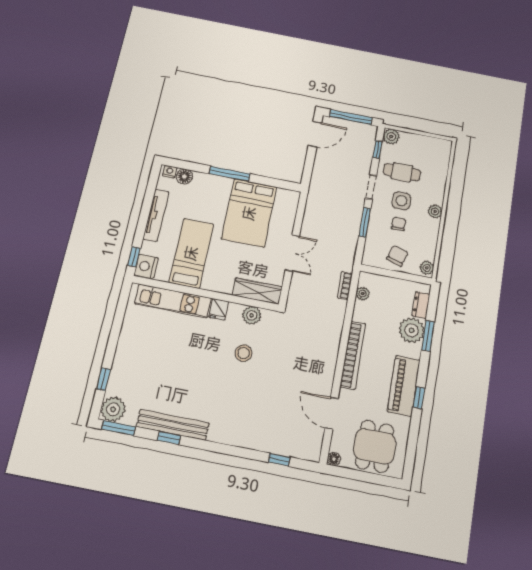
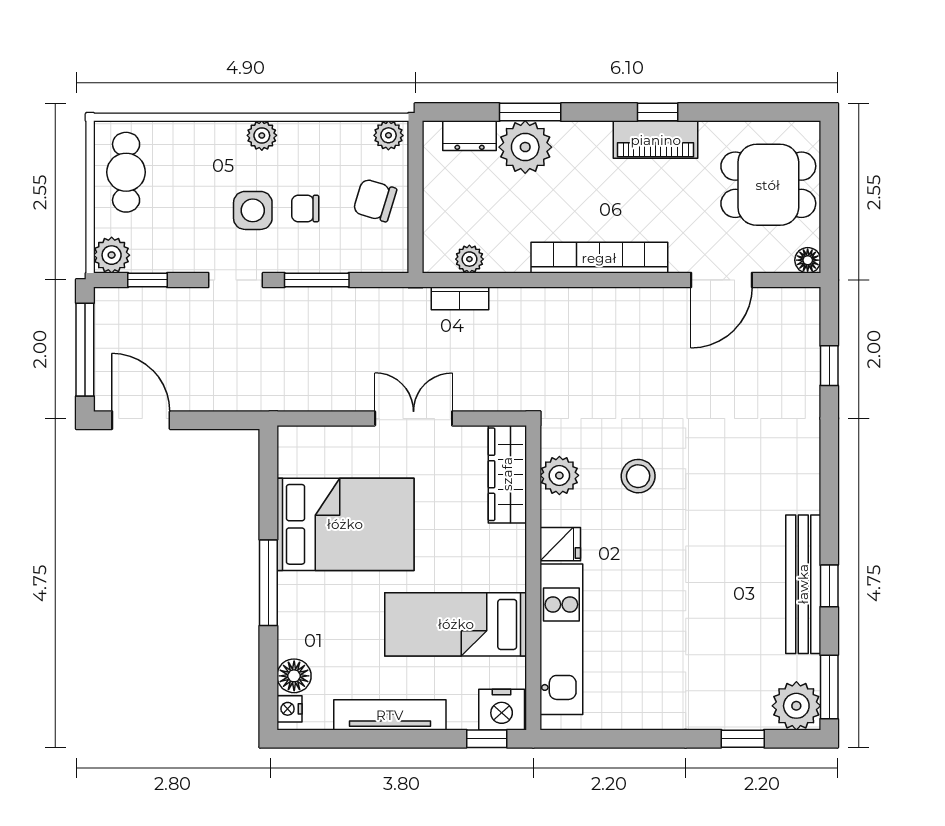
cafe table: (402, 172) -> (126, 172), moved
piano: (404, 386) -> (656, 140), width x0.73, depth x0.75

